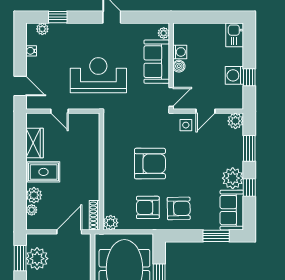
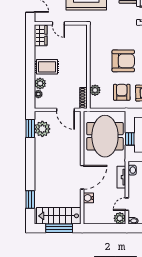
wardrobe: (35, 143) -> (41, 35), moved
armchair: (148, 207) -> (122, 92), turned 90
plant: (111, 223) -> (95, 90), moved
door: (69, 232) -> (65, 110), swing flipped

